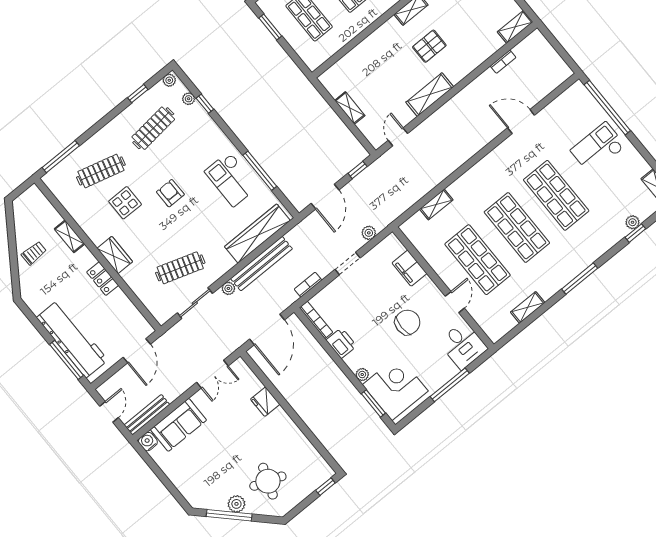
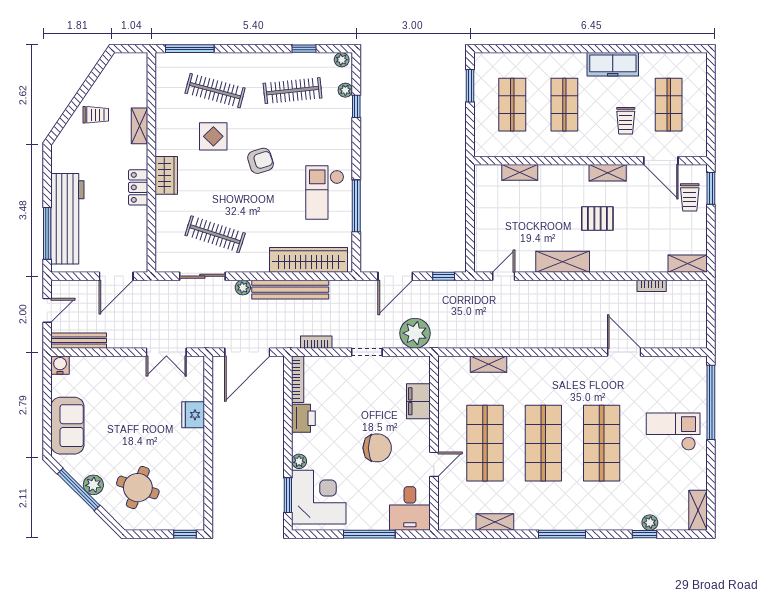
shelving: (350, 108) -> (520, 172), moved, turned 90
armchair: (170, 193) -> (261, 161), turned 72
plant: (369, 233) -> (415, 333), width x1.87, depth x1.87
sofa: (178, 425) -> (67, 426), moved, turned -90

